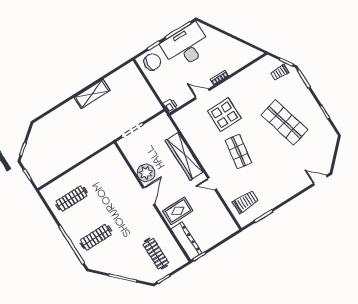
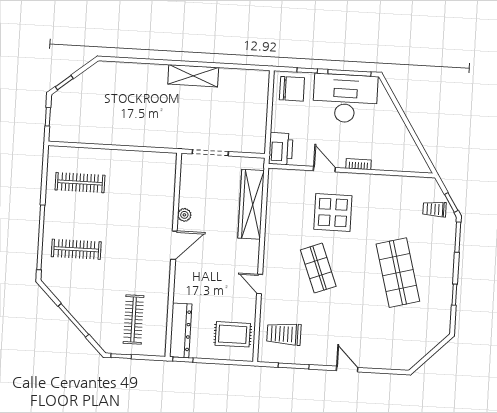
printer: (171, 105) -> (281, 149), width x1.87, depth x1.48
shop shelf: (238, 151) -> (318, 268), turned -30
wardrobe: (184, 156) -> (251, 204), moved
plant: (146, 173) -> (184, 215), width x0.53, depth x0.53
door: (320, 180) -> (347, 369), moved
trolley: (245, 202) -> (284, 334), turned 180
rug: (178, 211) -> (233, 334), moved

